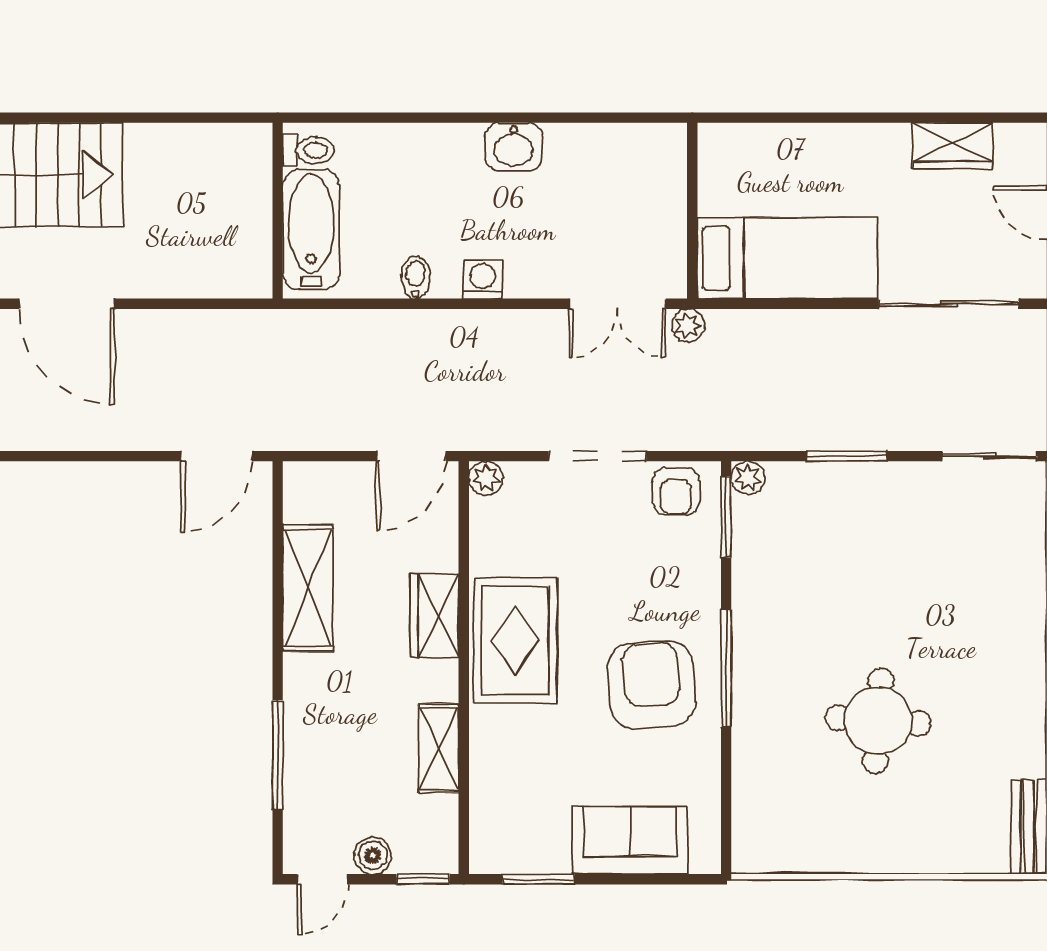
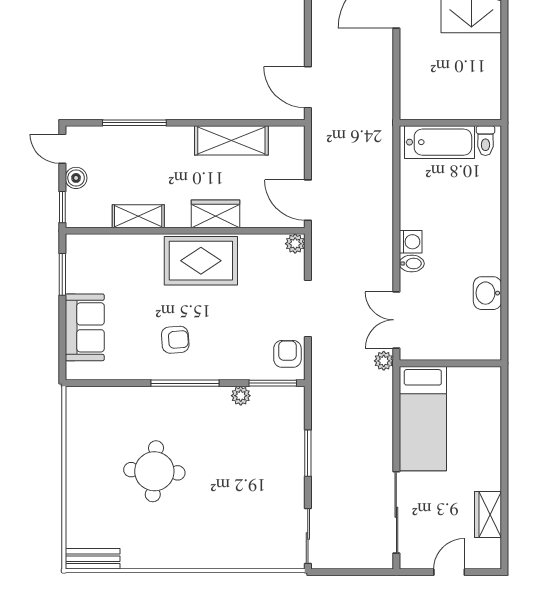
washbasin: (514, 147) -> (487, 293), moved
bidet: (416, 277) -> (412, 264), moved
plant: (748, 478) -> (241, 396), moved
armchair: (676, 491) -> (287, 354), turned 90
armchair: (651, 685) -> (175, 340), width x0.53, depth x0.53

